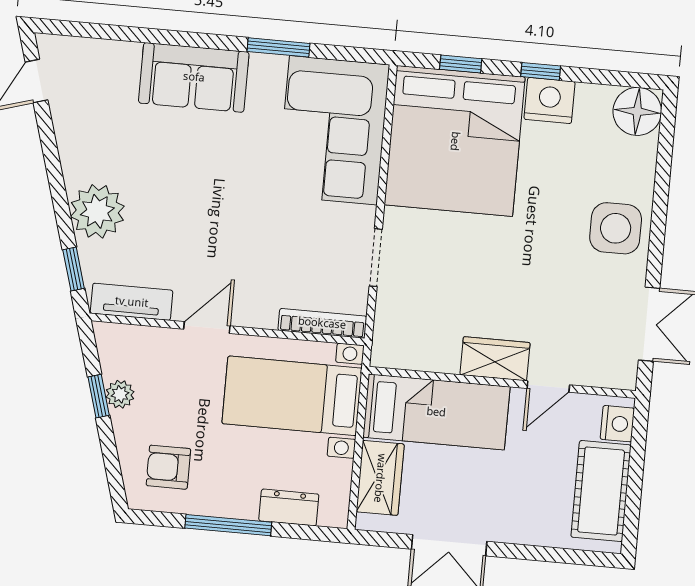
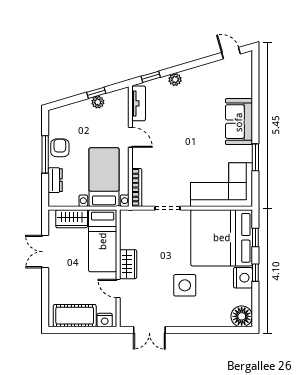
plant: (97, 211) -> (175, 80), width x0.53, depth x0.53
side table: (616, 228) -> (185, 285), moved
armchair: (168, 467) -> (60, 148), moved

